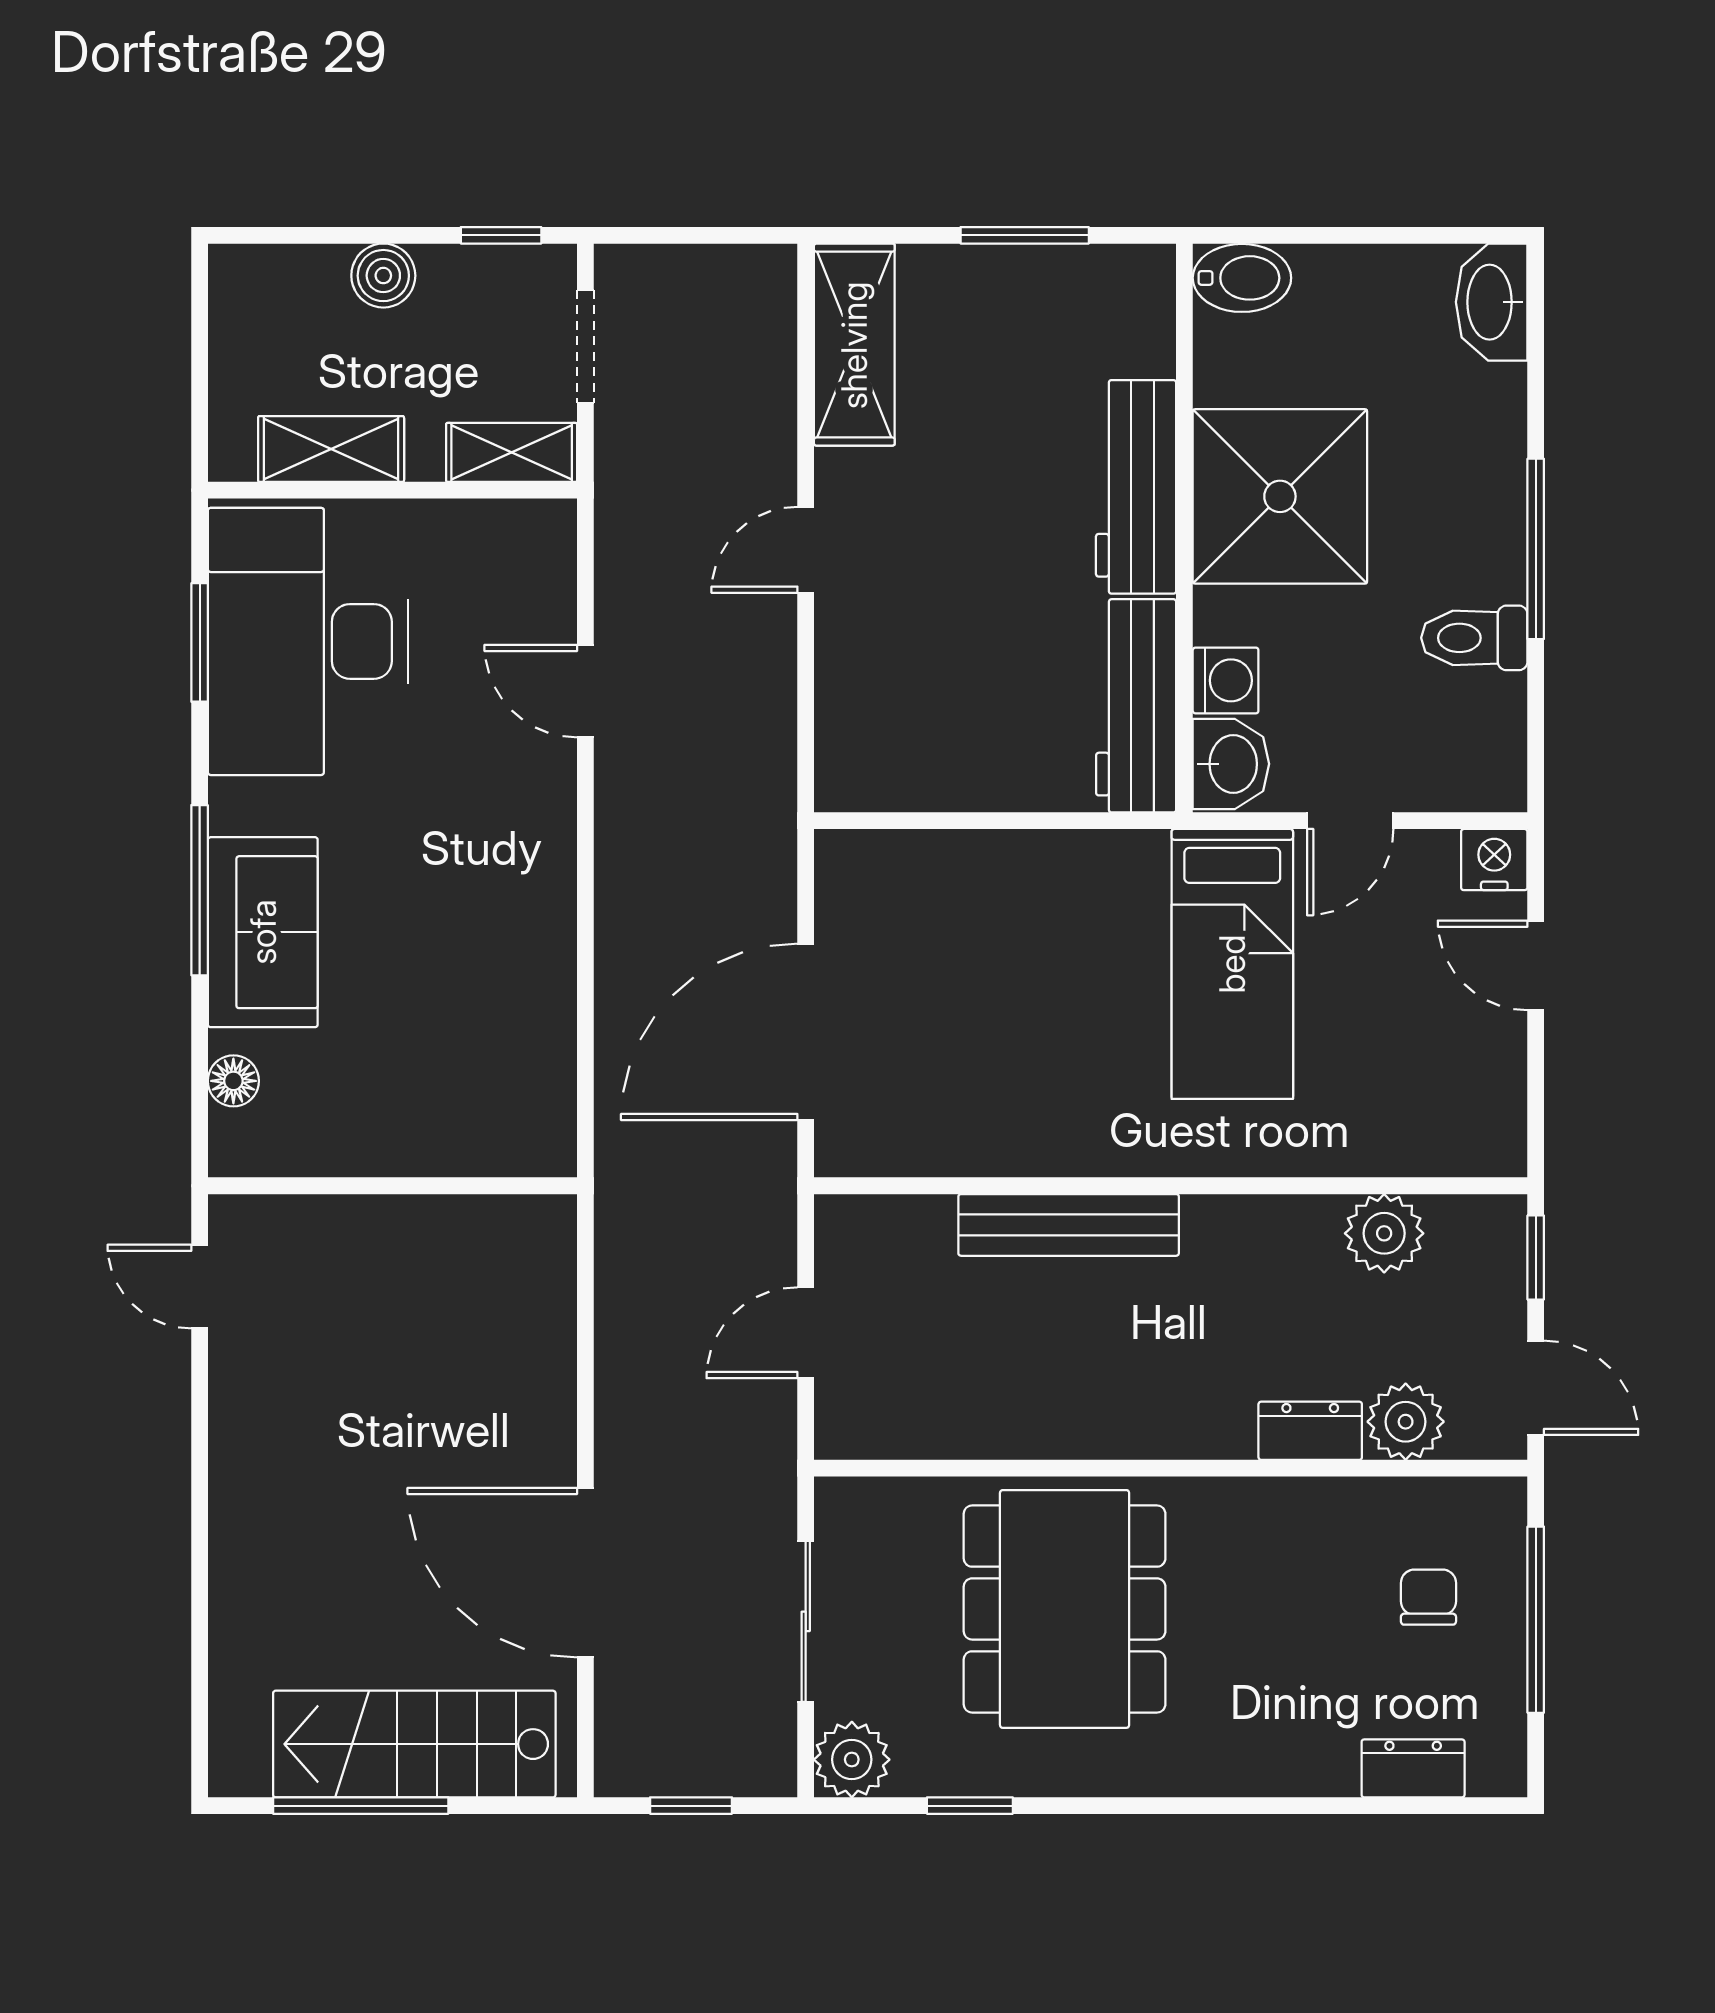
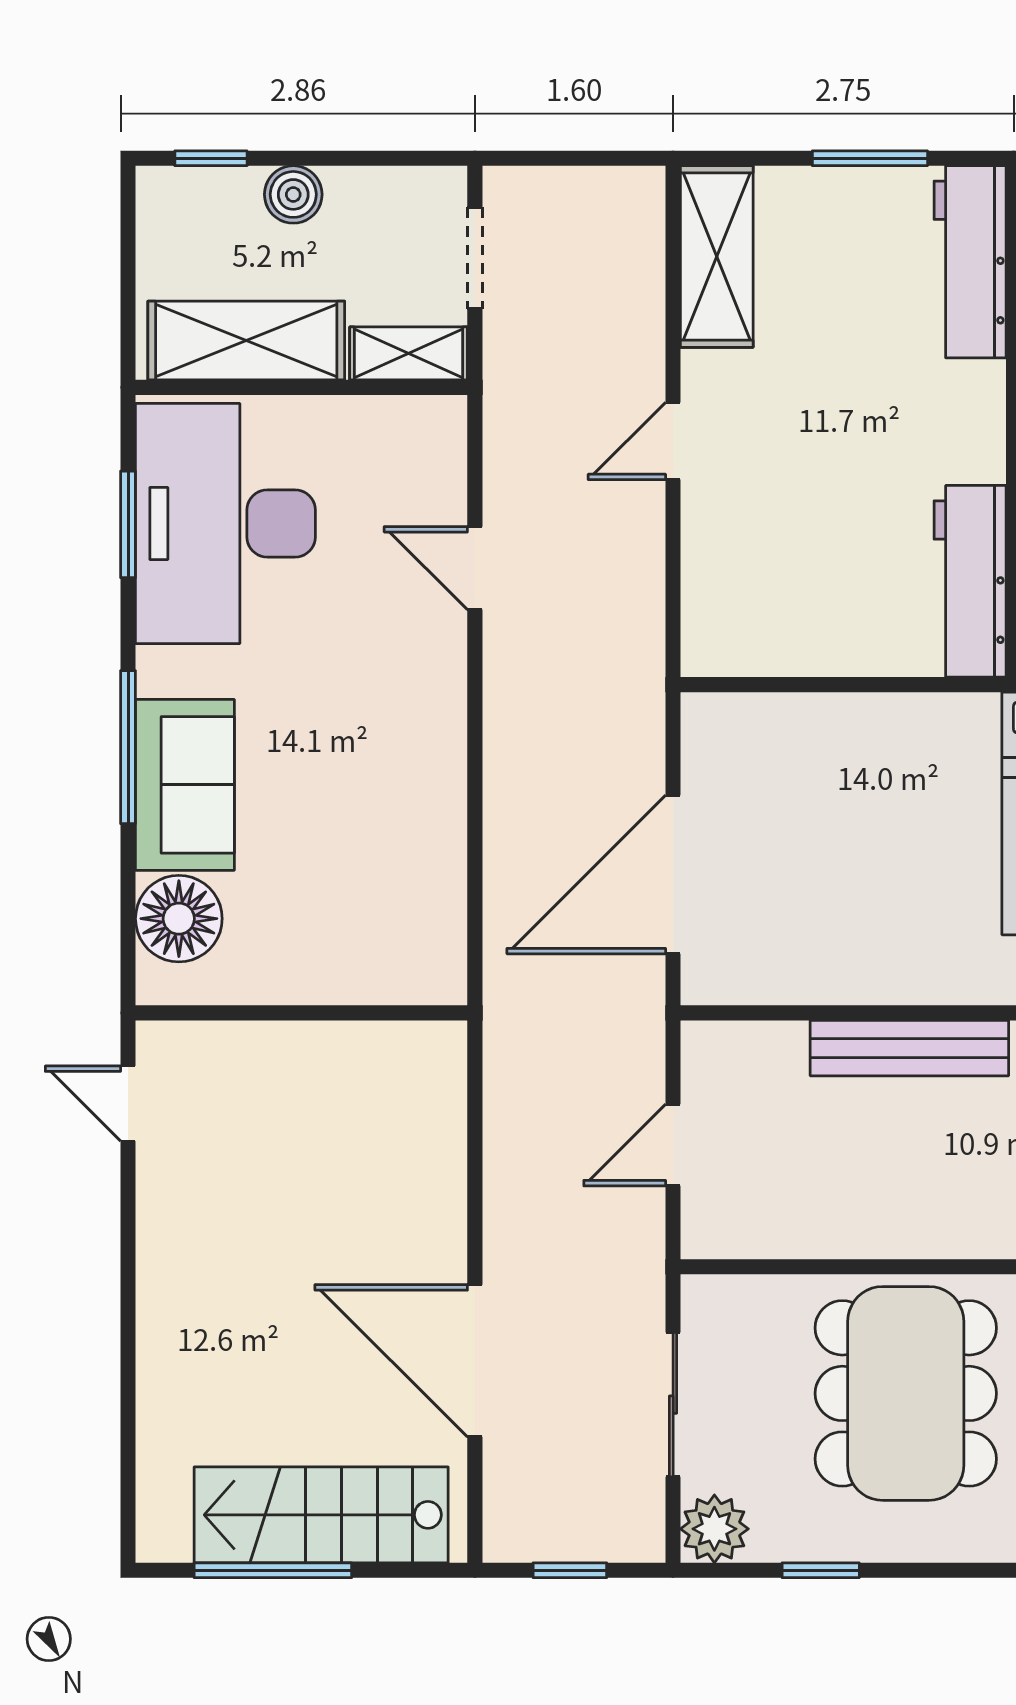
window: (501, 235) -> (211, 158), moved
shelving: (331, 449) -> (246, 341), width x1.50, depth x1.33
workbench: (1136, 487) -> (970, 262), moved
floor lamp: (233, 1081) -> (179, 919), width x1.89, depth x1.89

